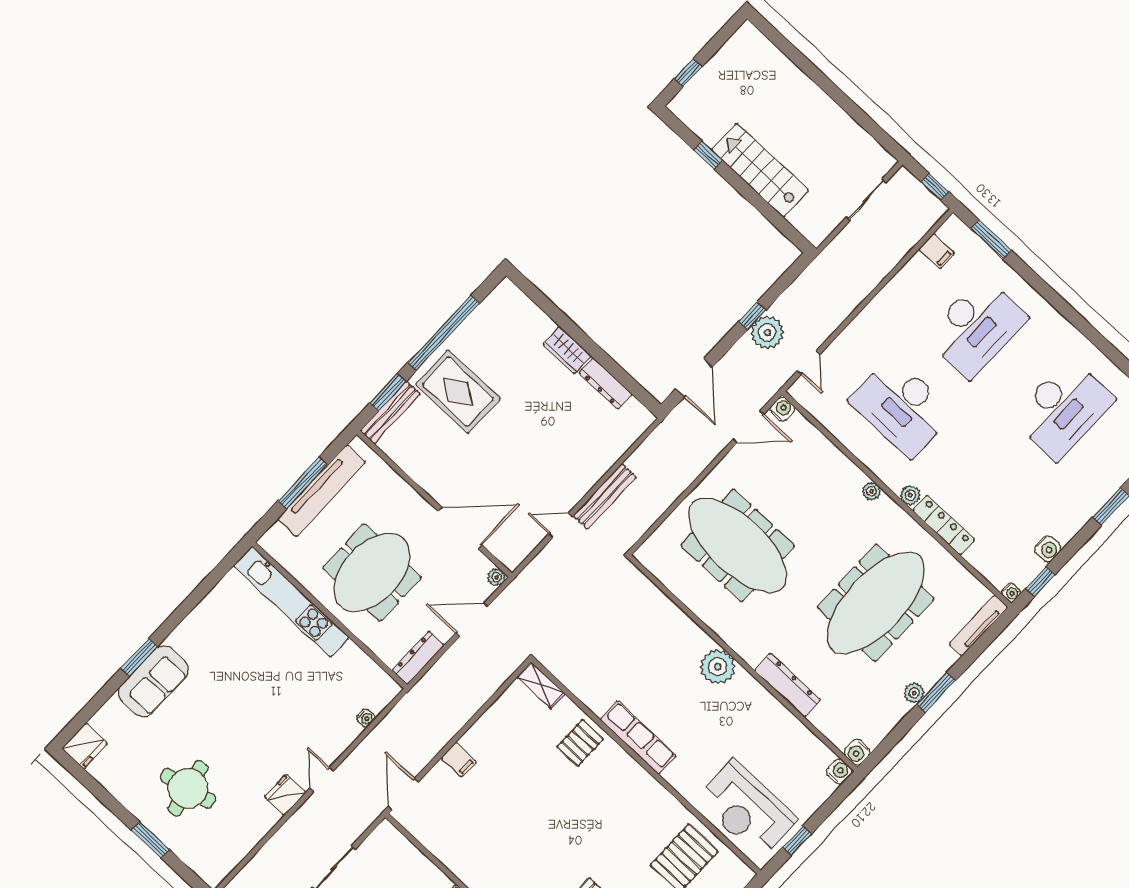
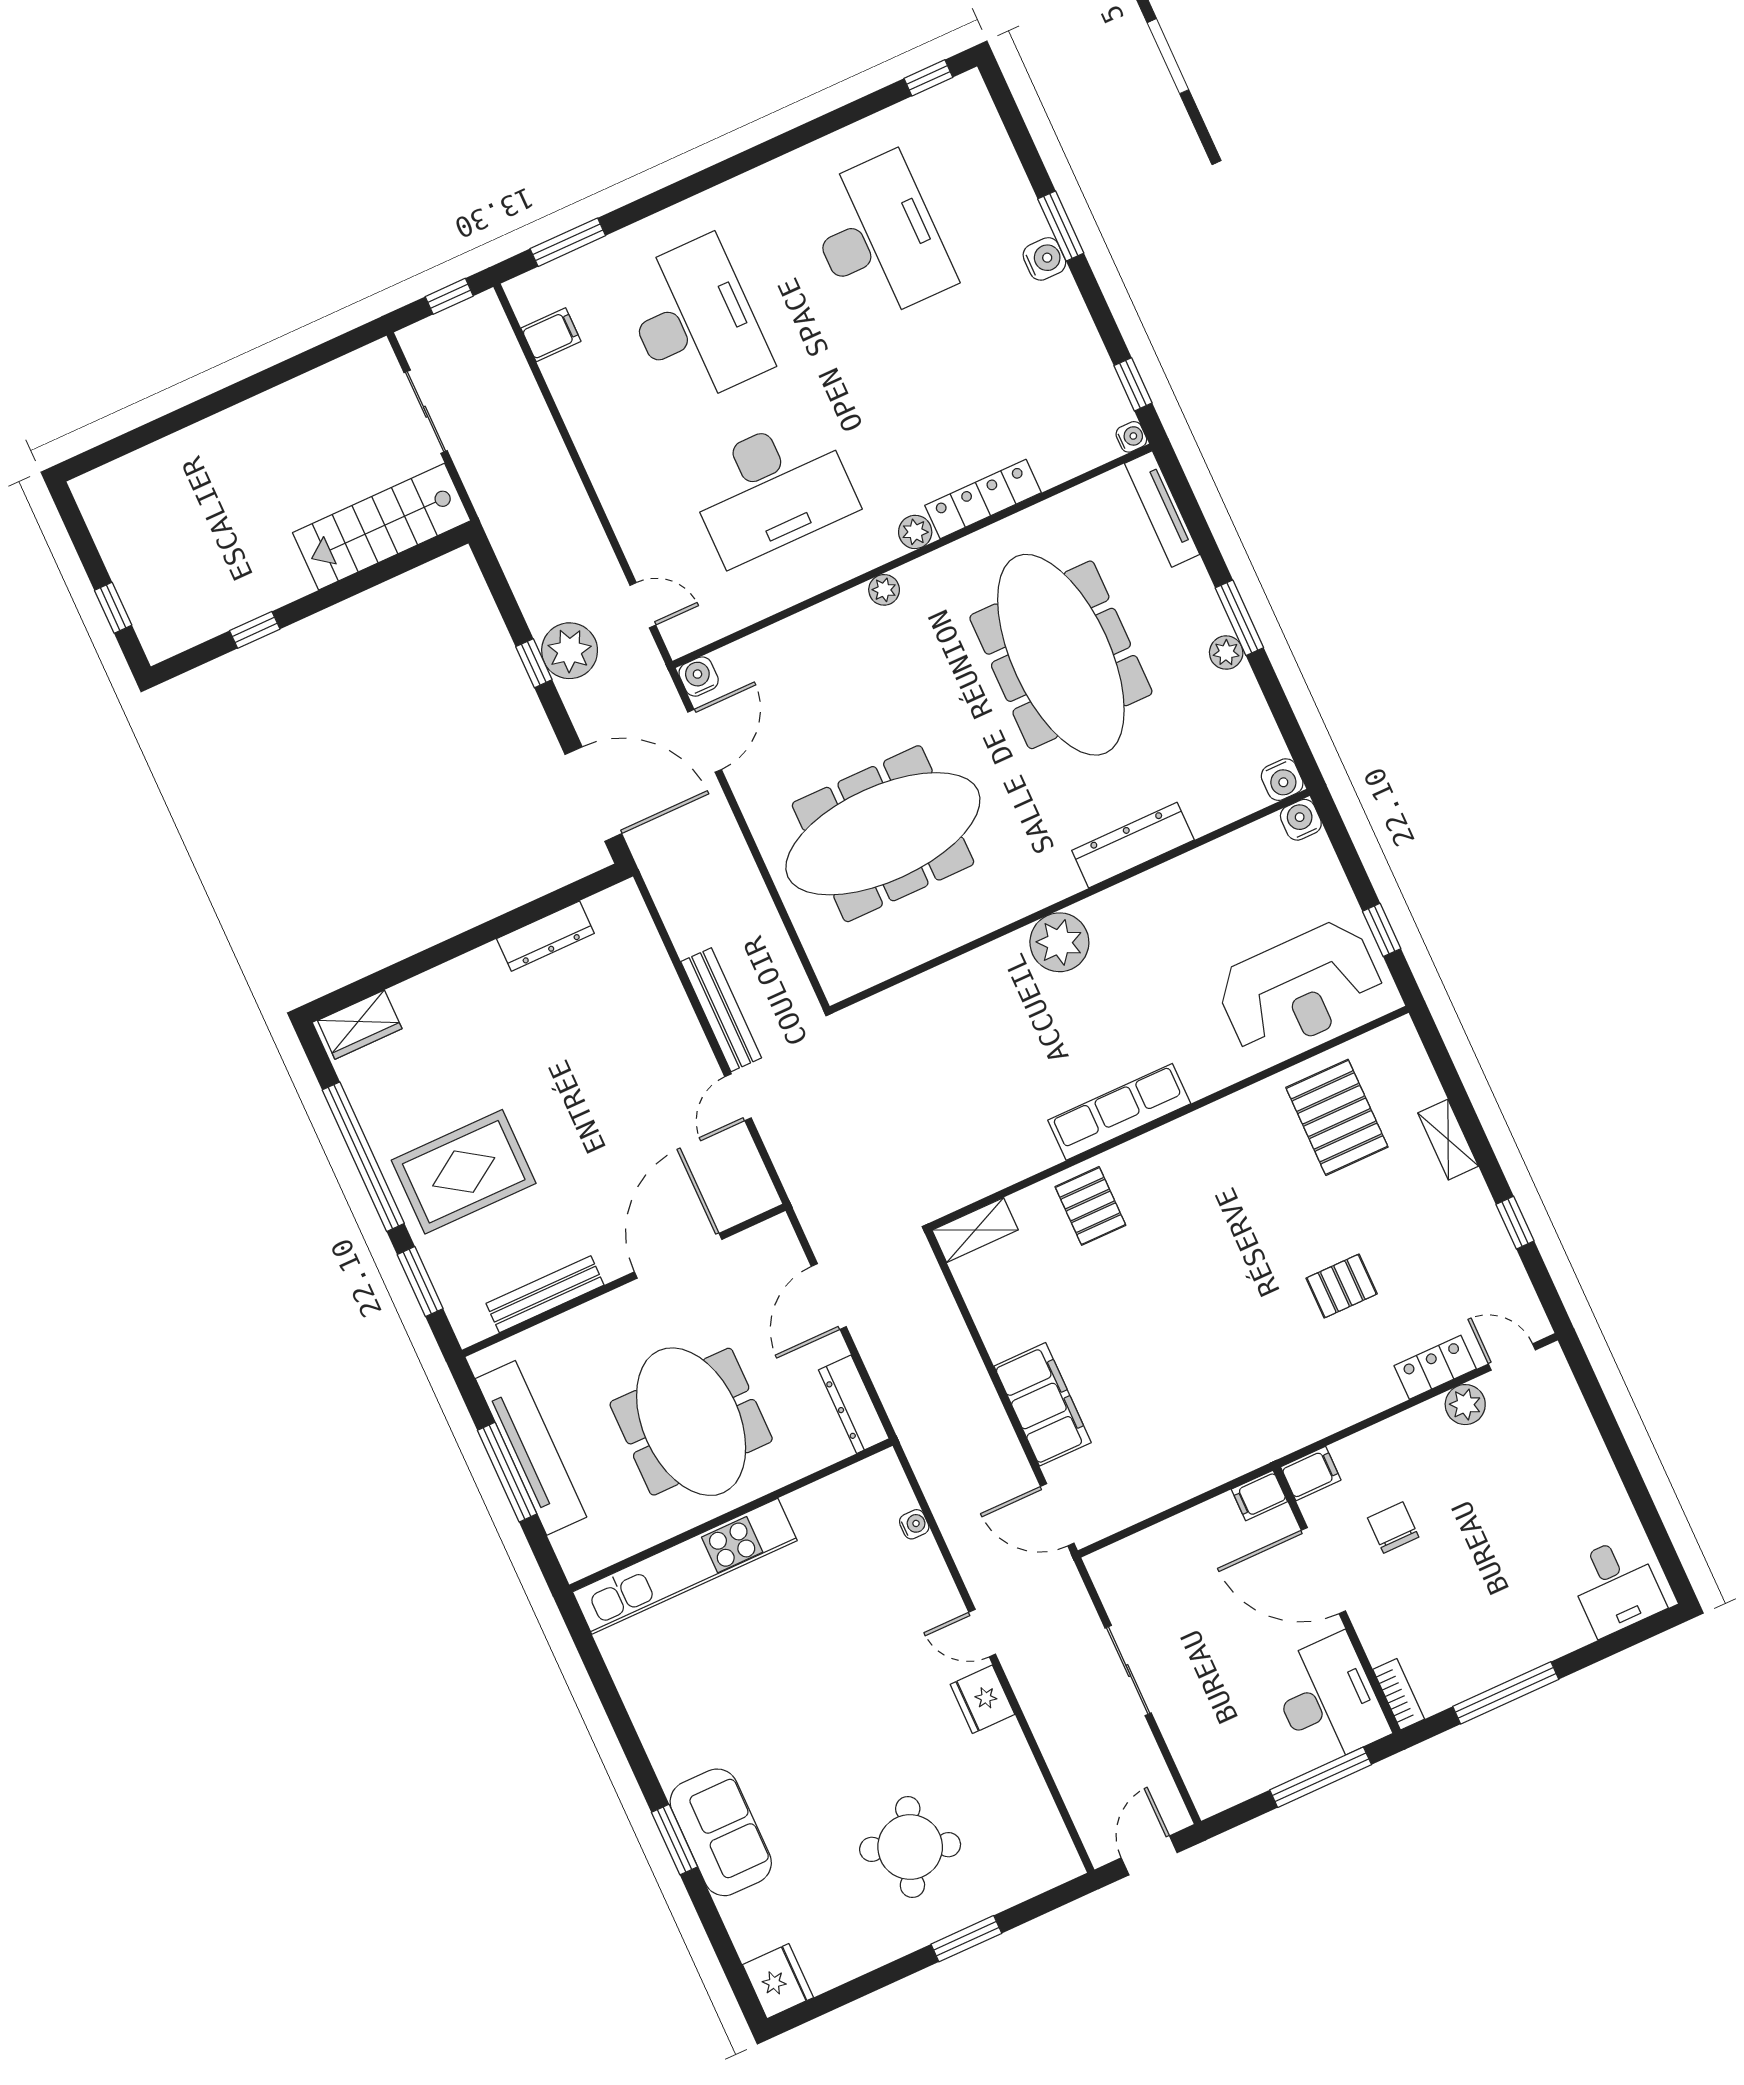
stairs: (760, 170) -> (382, 527), moved
wardrobe: (567, 350) -> (360, 1025), moved
door: (694, 378) -> (593, 794), width x1.36
bench: (390, 412) -> (545, 1294), moved, turned 90
water cooler: (1048, 549) -> (1044, 259), moved
plant: (497, 577) -> (778, 1230), removed
filing cabinet: (459, 760) -> (1043, 1404), width x3.00, depth x1.17
round table: (188, 788) -> (910, 1847), turned 33

